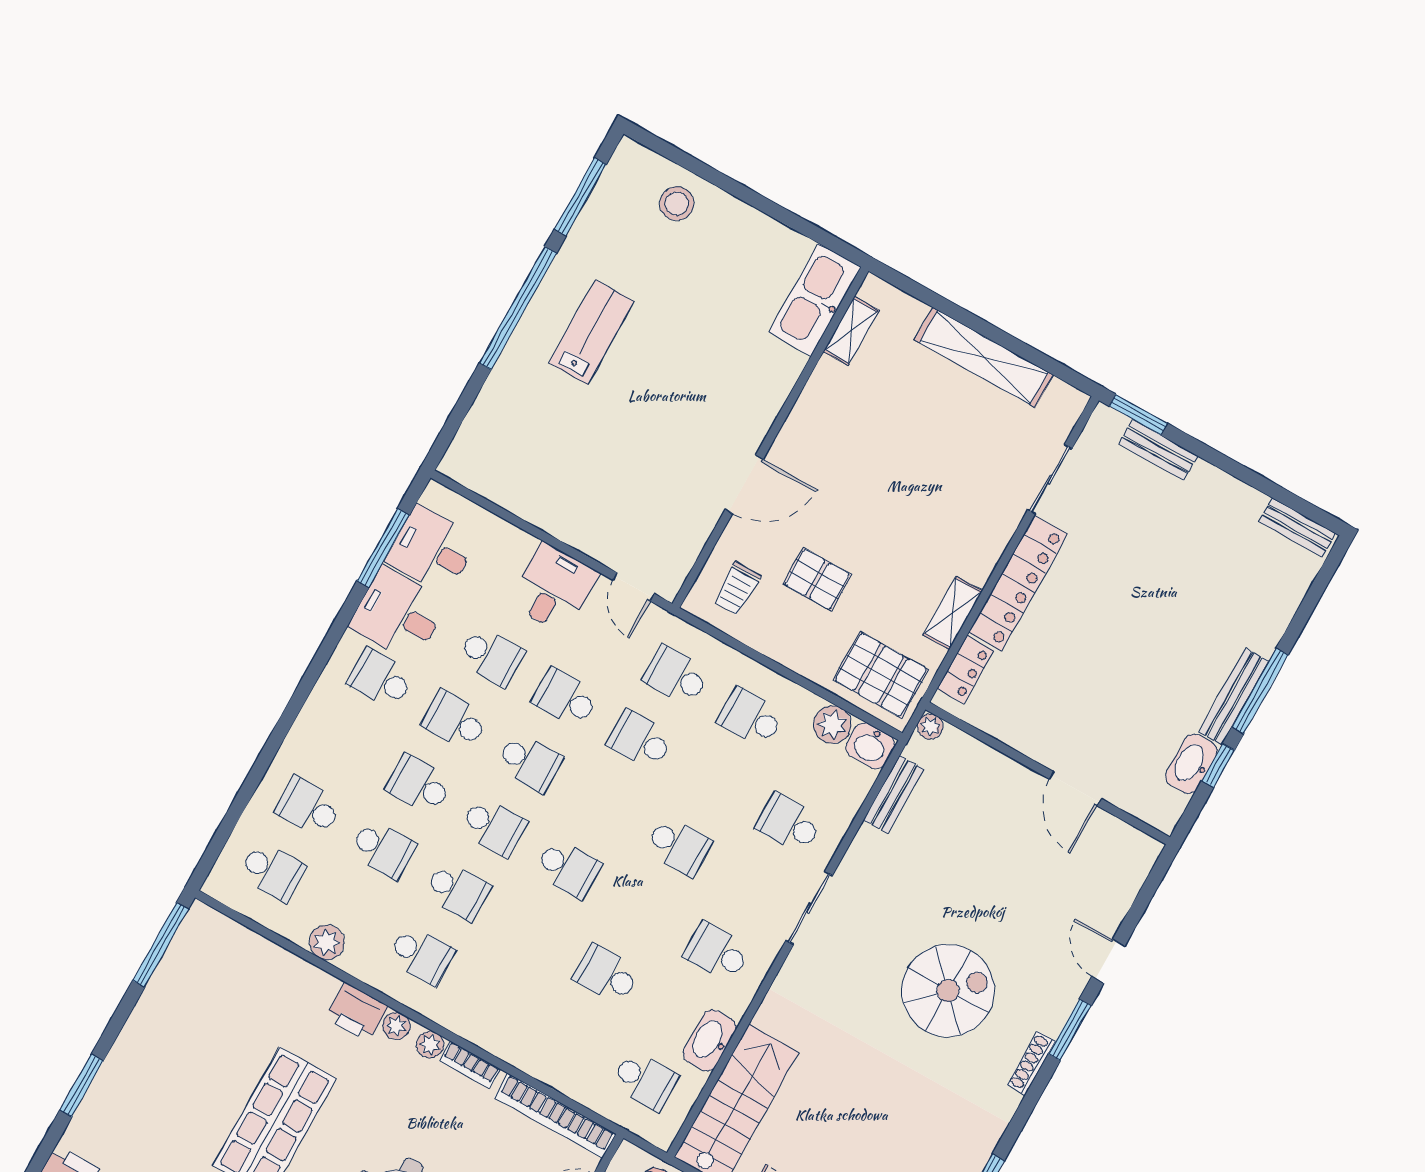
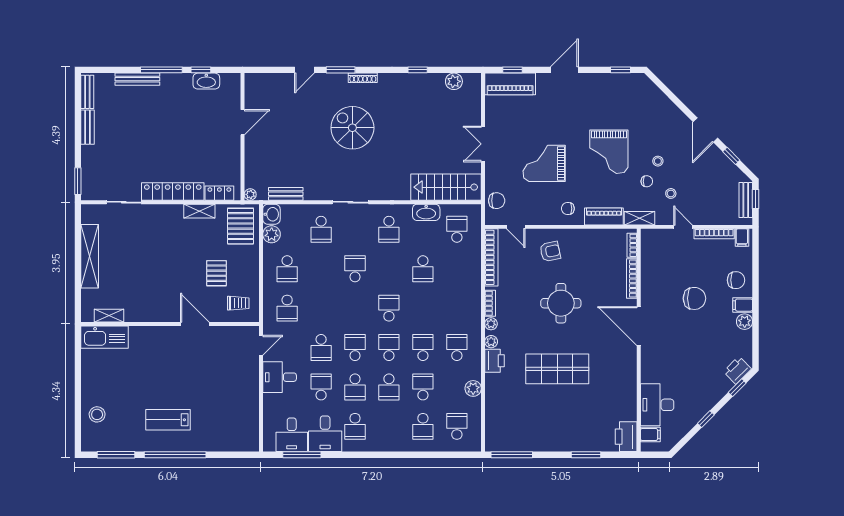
bench: (1158, 450) -> (87, 127), moved
bench: (1234, 696) -> (137, 79), moved
school desk: (640, 740) -> (321, 308), removed

